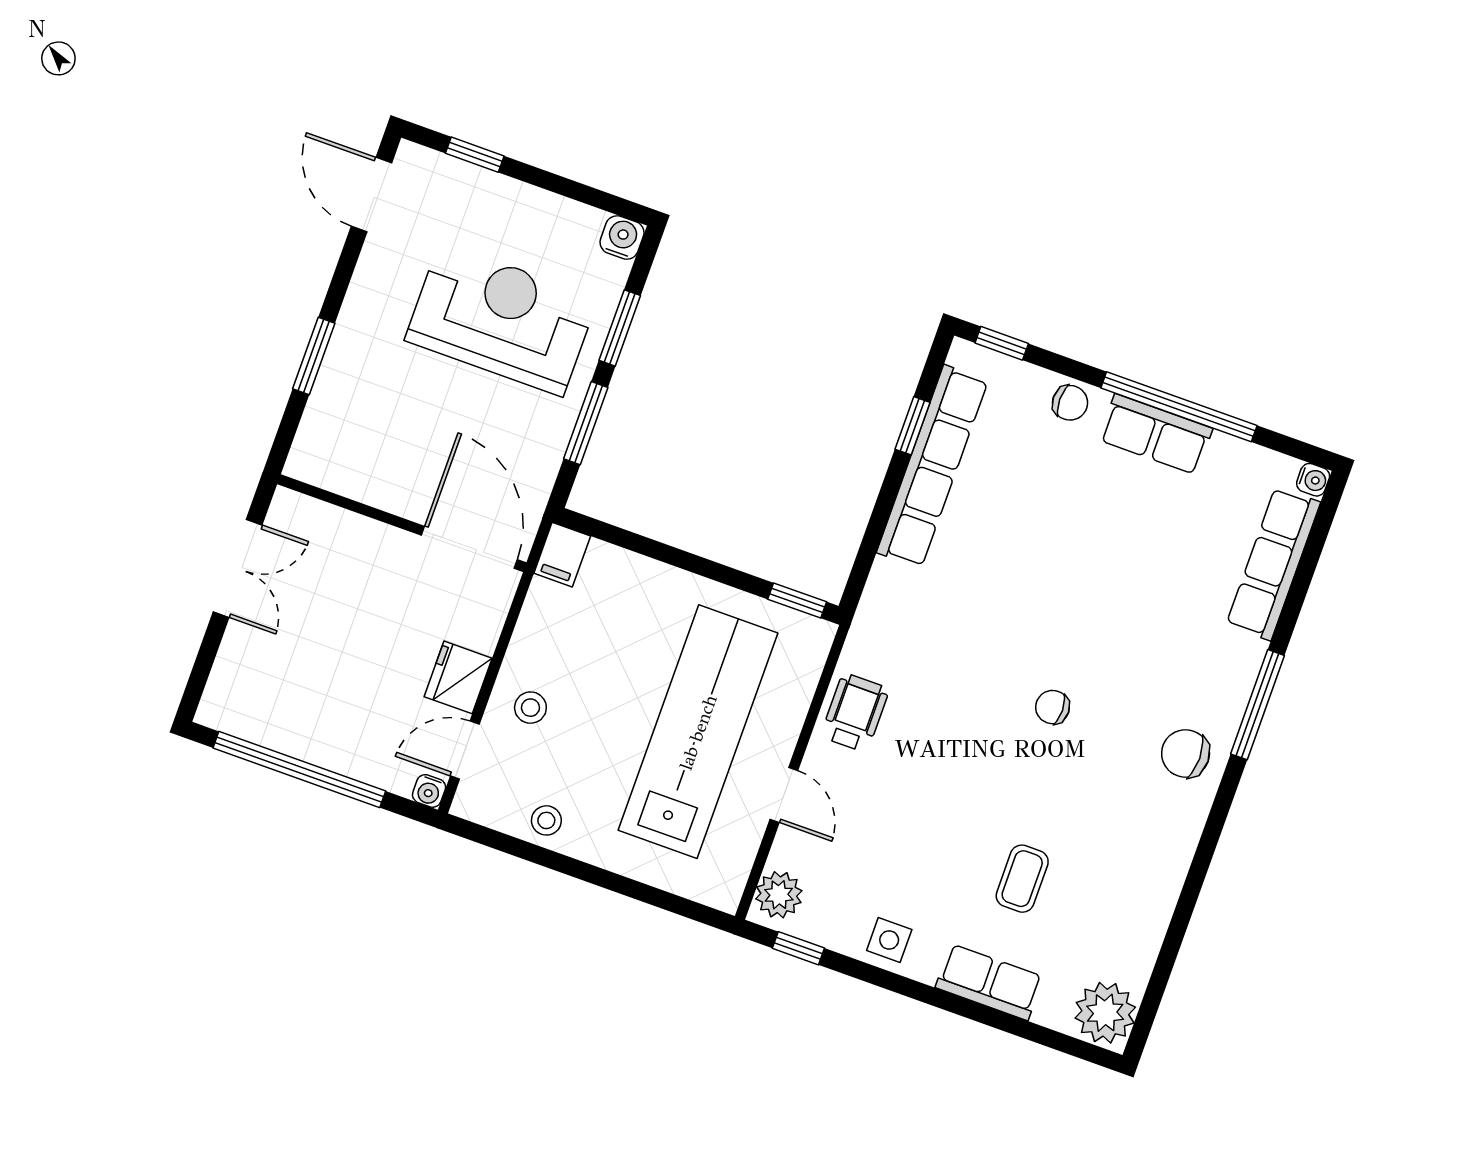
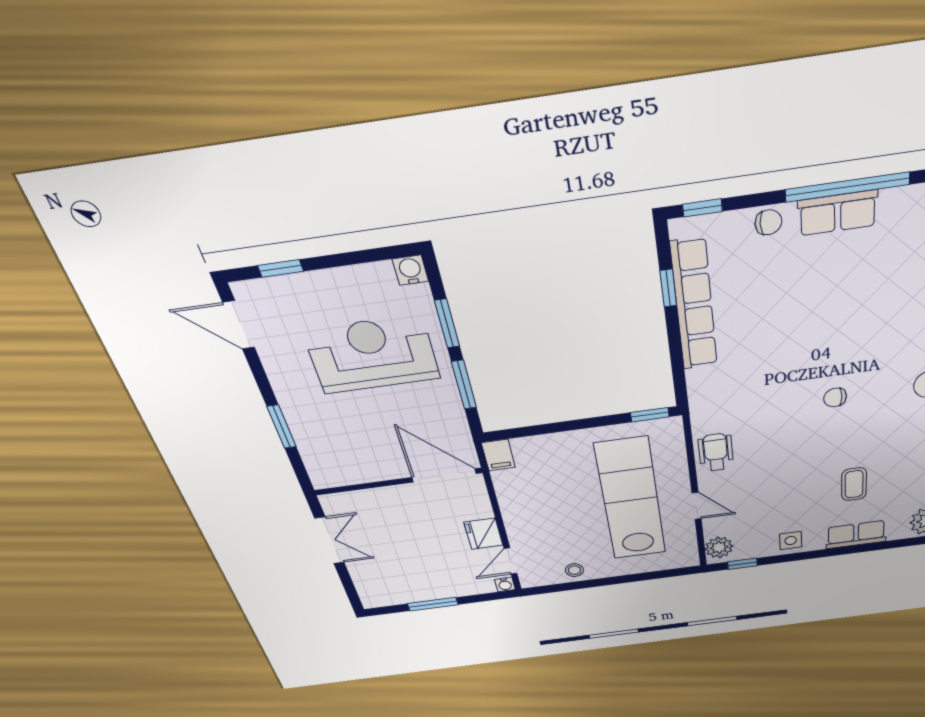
stool: (530, 708) -> (532, 529), removed
window: (299, 769) -> (433, 604), width x0.47

